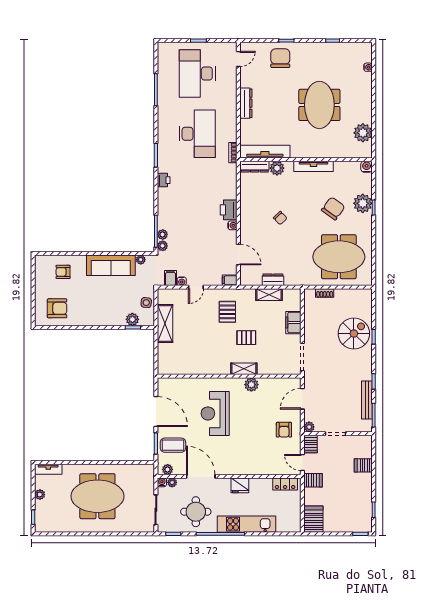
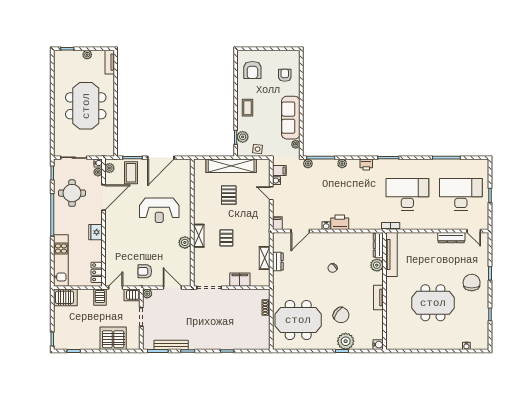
chair: (280, 58) -> (472, 283), moved, turned -91
dresser: (246, 103) -> (451, 238), moved
plant: (363, 133) -> (408, 341), removed
desk: (197, 134) -> (407, 194), turned 180
tv unit: (314, 166) -> (378, 298), width x0.71
plant: (163, 234) -> (342, 164), moved
meeting table: (339, 257) -> (298, 320), turned 90
pallet: (227, 312) -> (229, 195), moved, turned 90
coffee table: (100, 314) -> (248, 108), added
shelving: (165, 323) -> (231, 166), width x1.47
spiral stairs: (354, 334) -> (230, 333), removed
reception desk: (215, 413) -> (159, 210), turned 180
server rack: (363, 465) -> (113, 338), width x2.18, depth x1.44
kitchen unit: (246, 524) -> (61, 260), moved

